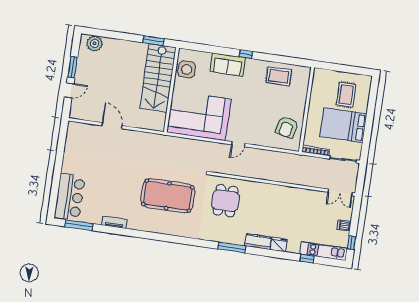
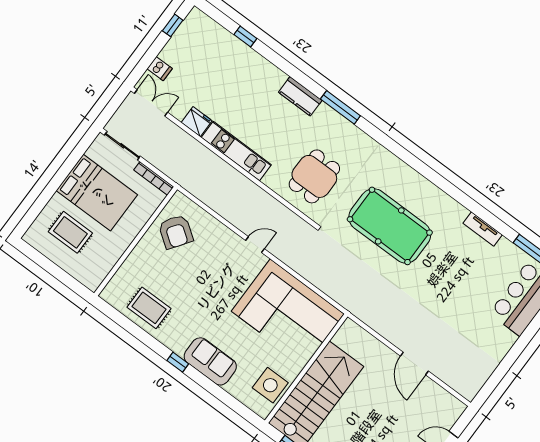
rug: (346, 95) -> (70, 232), turned 90
armchair: (287, 127) -> (176, 232), turned 111
dishwasher: (344, 226) -> (160, 69), moved
fridge: (279, 245) -> (197, 122), moved, turned 180
kitchen unit: (323, 251) -> (236, 151), moved, turned 180

